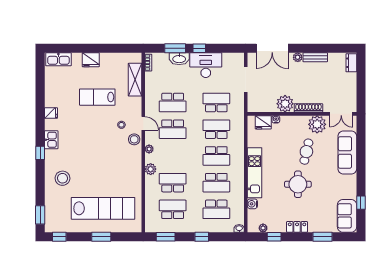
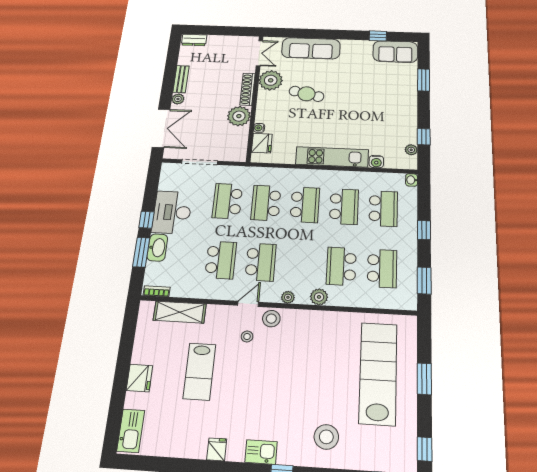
round table: (298, 184) -> (351, 105), removed
school desk: (173, 209) -> (382, 268), turned 180
locker: (297, 227) -> (410, 109), removed

